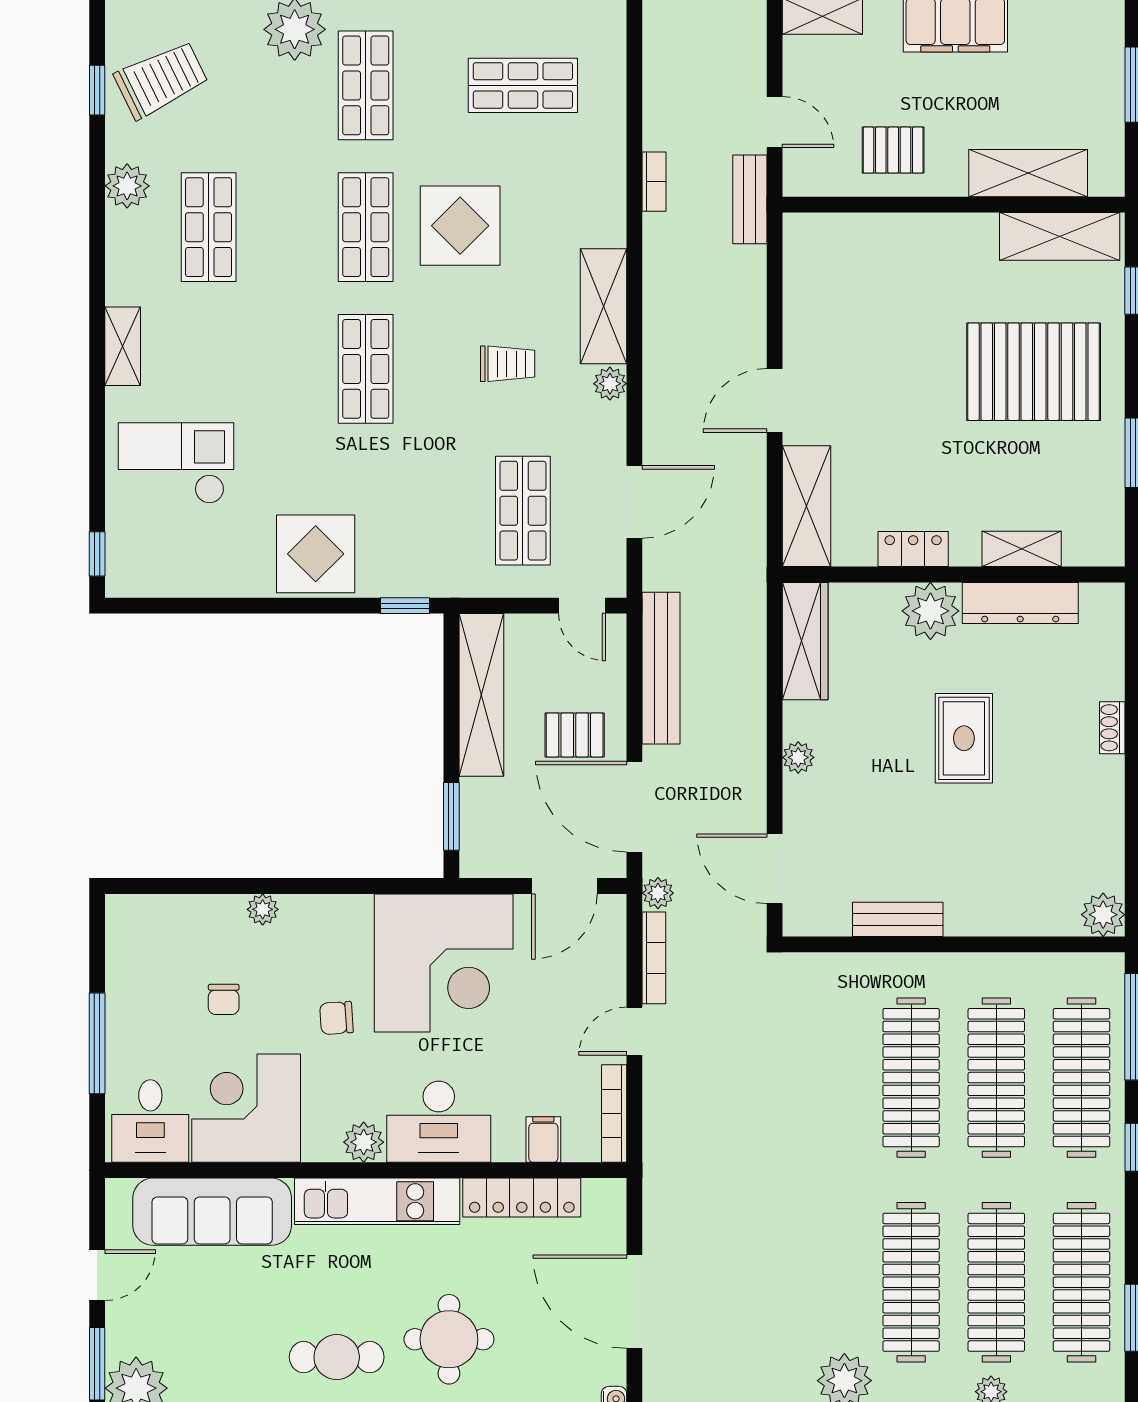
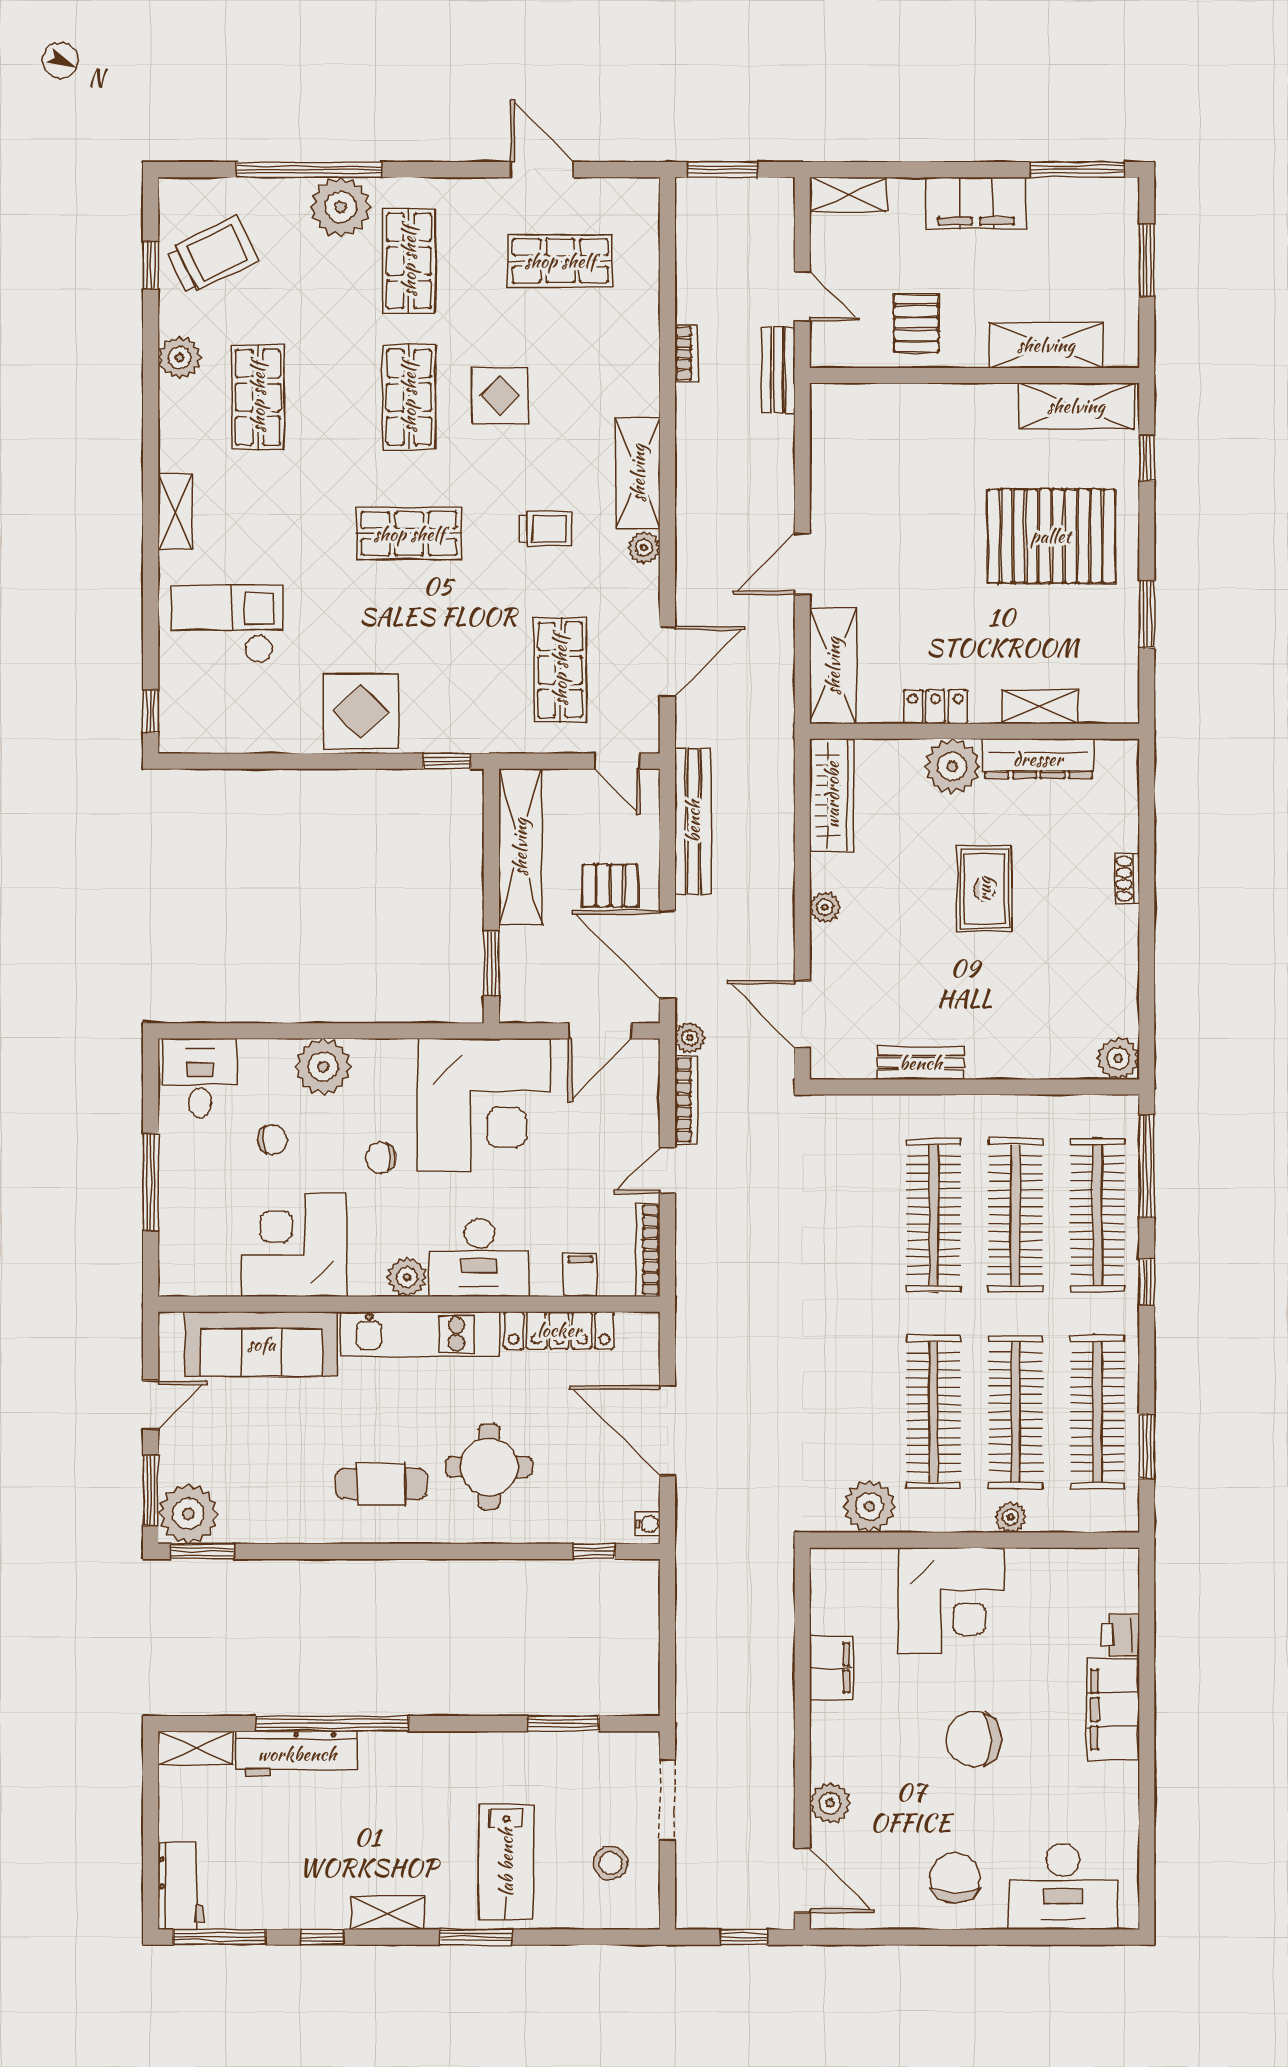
pallet: (893, 150) -> (916, 323), turned 90
display table: (460, 226) -> (500, 396), width x0.73, depth x0.73
shop shelf: (366, 369) -> (409, 534), turned 90
plant: (263, 909) -> (323, 1067), width x1.87, depth x1.87
chair: (224, 999) -> (272, 1140), turned -90
desk: (150, 1121) -> (200, 1078), moved, turned 180

